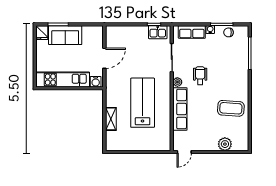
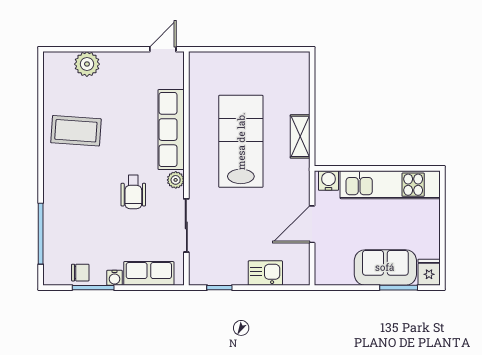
kitchen sink: (158, 32) -> (265, 273), moved
lab bench: (143, 103) -> (241, 141), turned 180
shelving: (111, 119) -> (300, 136), moved

